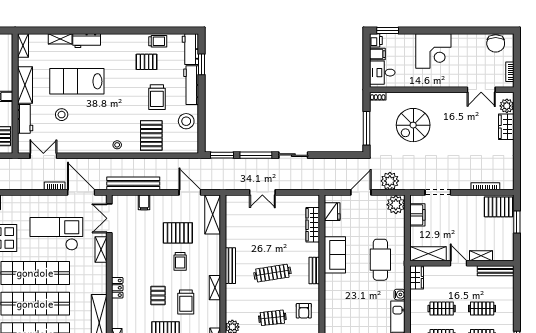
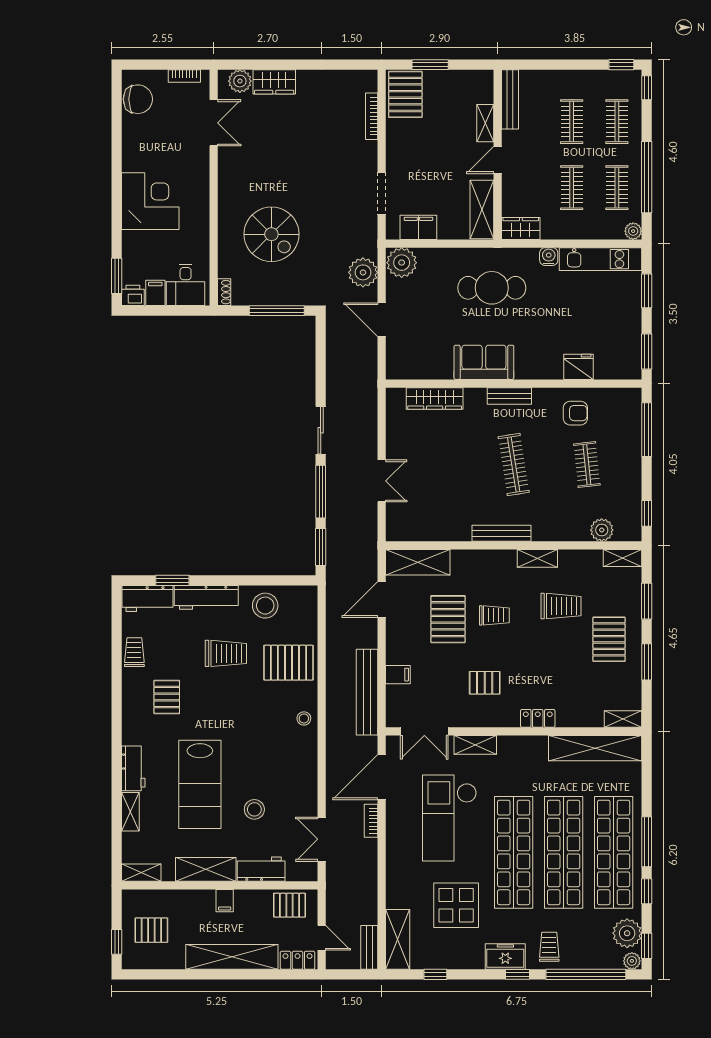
pallet: (147, 62) -> (167, 697), moved
fridge: (332, 212) -> (578, 367), moved
pallet: (158, 295) -> (485, 683), moved

